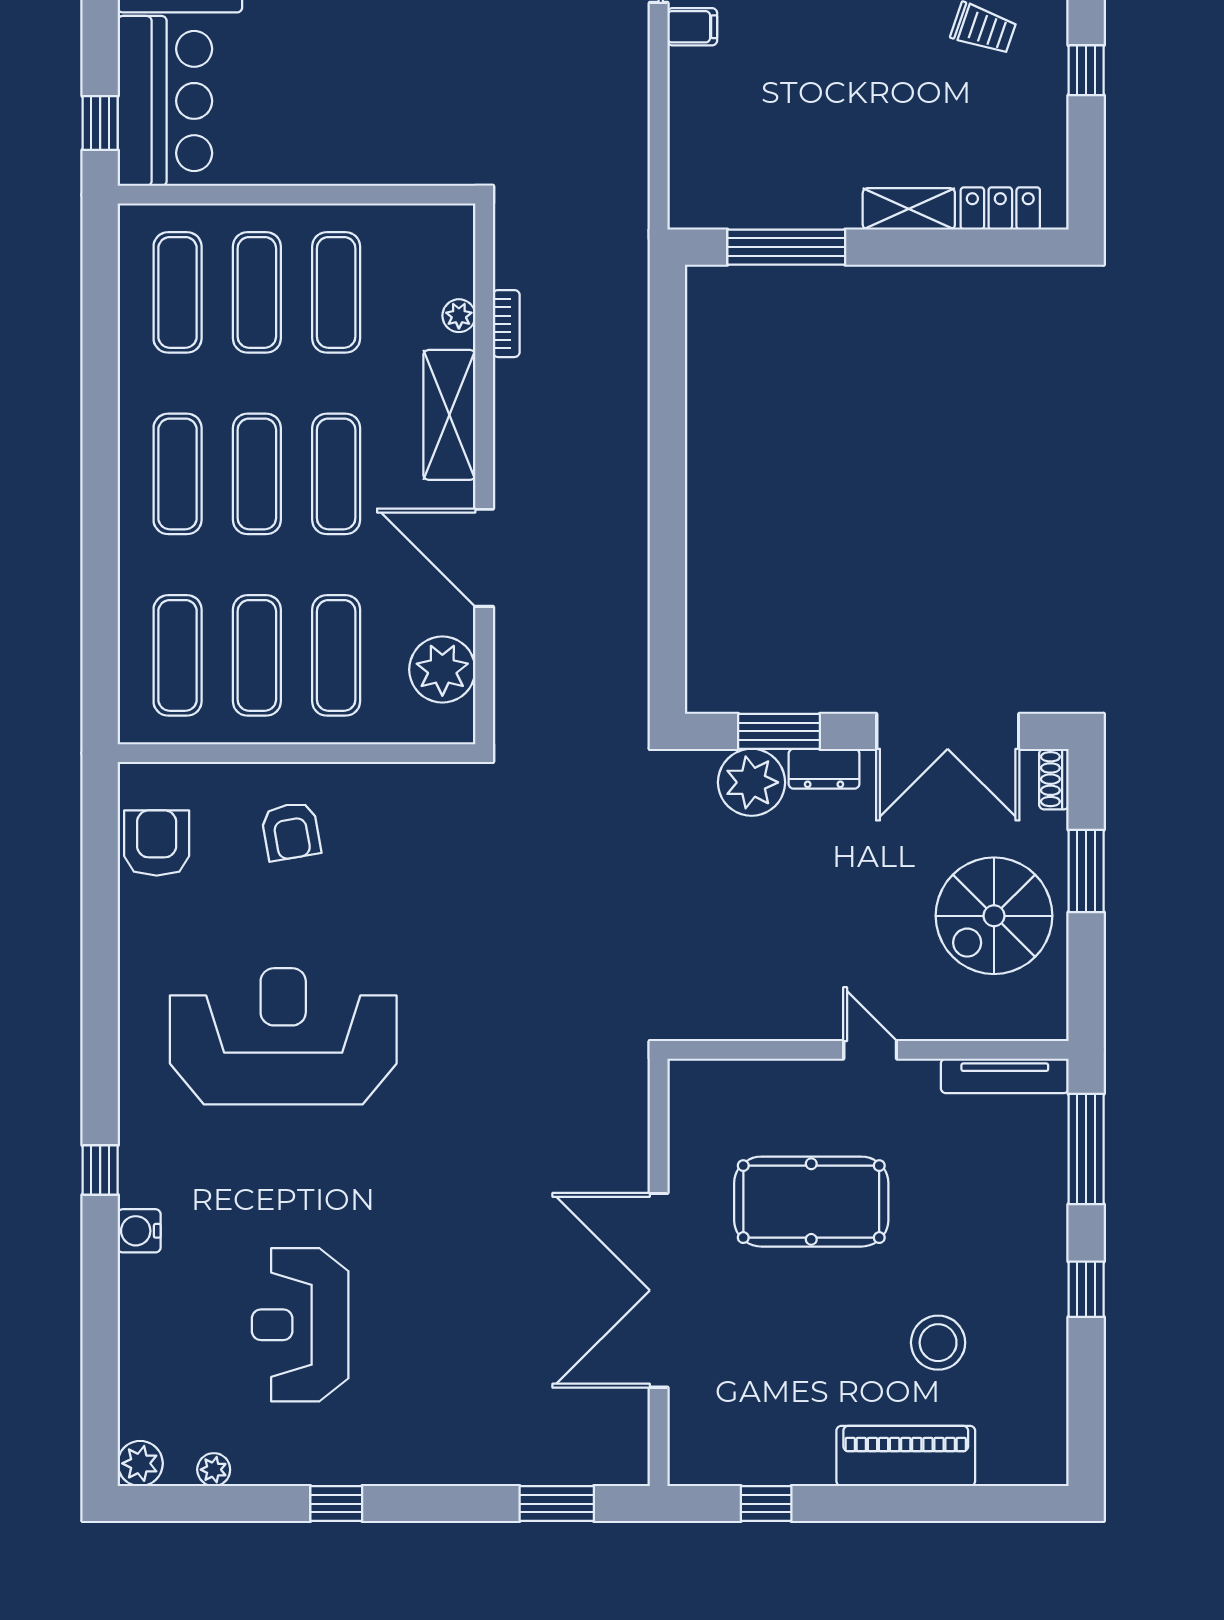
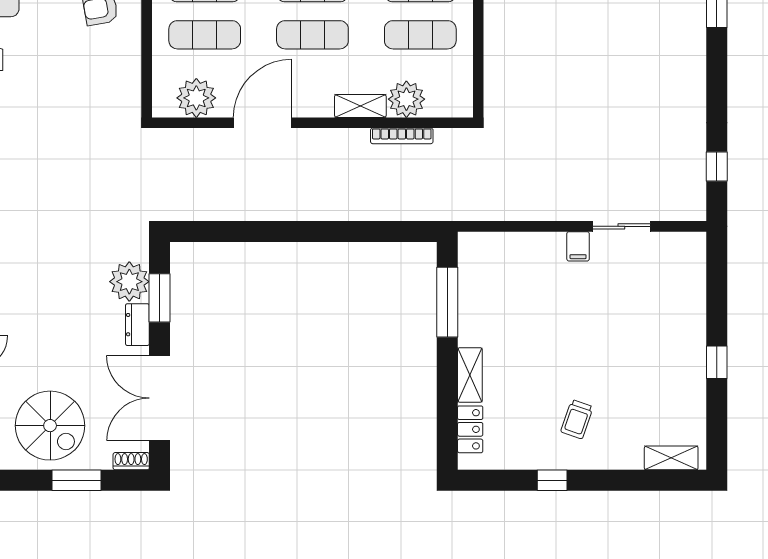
plant: (459, 316) -> (406, 99), width x1.88, depth x1.88
bookcase: (506, 324) -> (402, 136), width x1.56
shelving: (449, 415) -> (360, 106), width x0.67, depth x0.75
spiral stairs: (994, 916) -> (50, 426), turned 180

